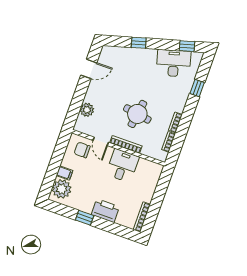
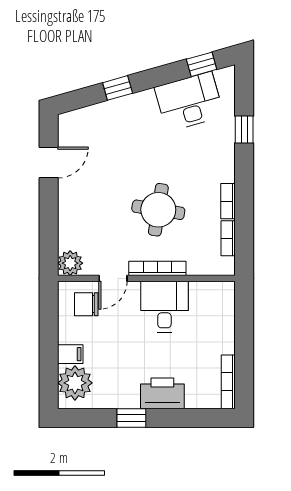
plant: (87, 110) -> (70, 263), moved
door: (101, 141) -> (113, 278), hinge flipped

